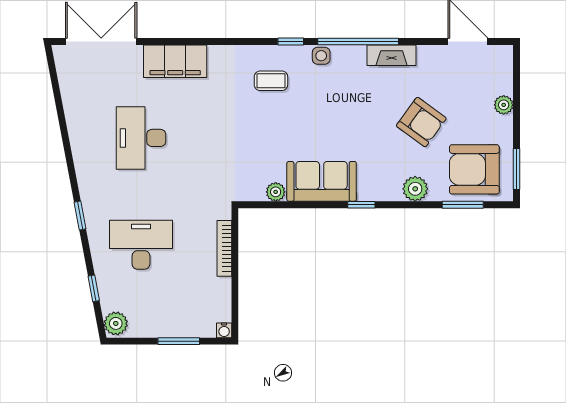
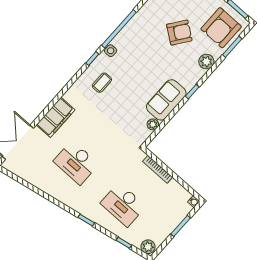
fireplace: (392, 55) -> (138, 19), removed
desk: (141, 245) -> (123, 205), turned -90

